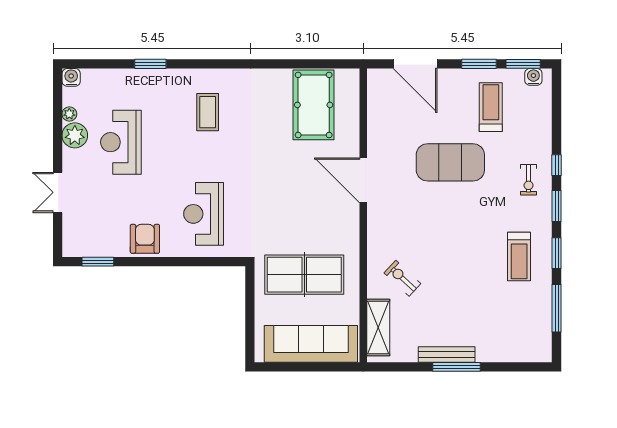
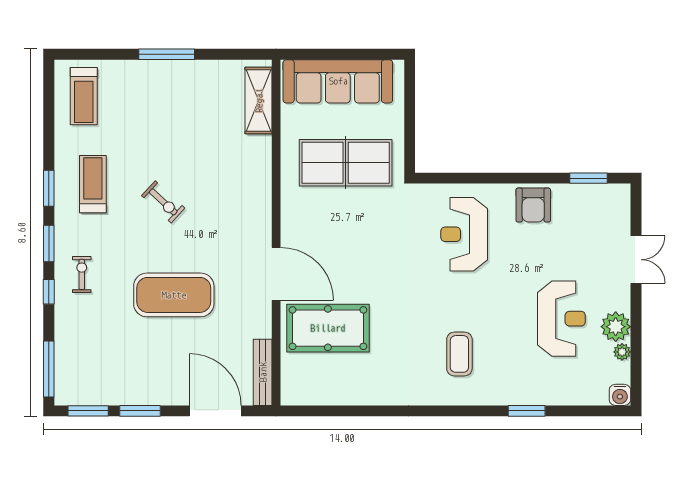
water cooler: (533, 77) -> (76, 395), removed
pool table: (314, 105) -> (328, 328), moved, turned 90
treadmill: (491, 107) -> (84, 96), moved
reception desk: (204, 214) -> (464, 234), turned 180
exercise bike: (402, 278) -> (163, 202), moved
window: (557, 308) -> (49, 369), moved
bench: (447, 354) -> (263, 372), moved, turned 90

